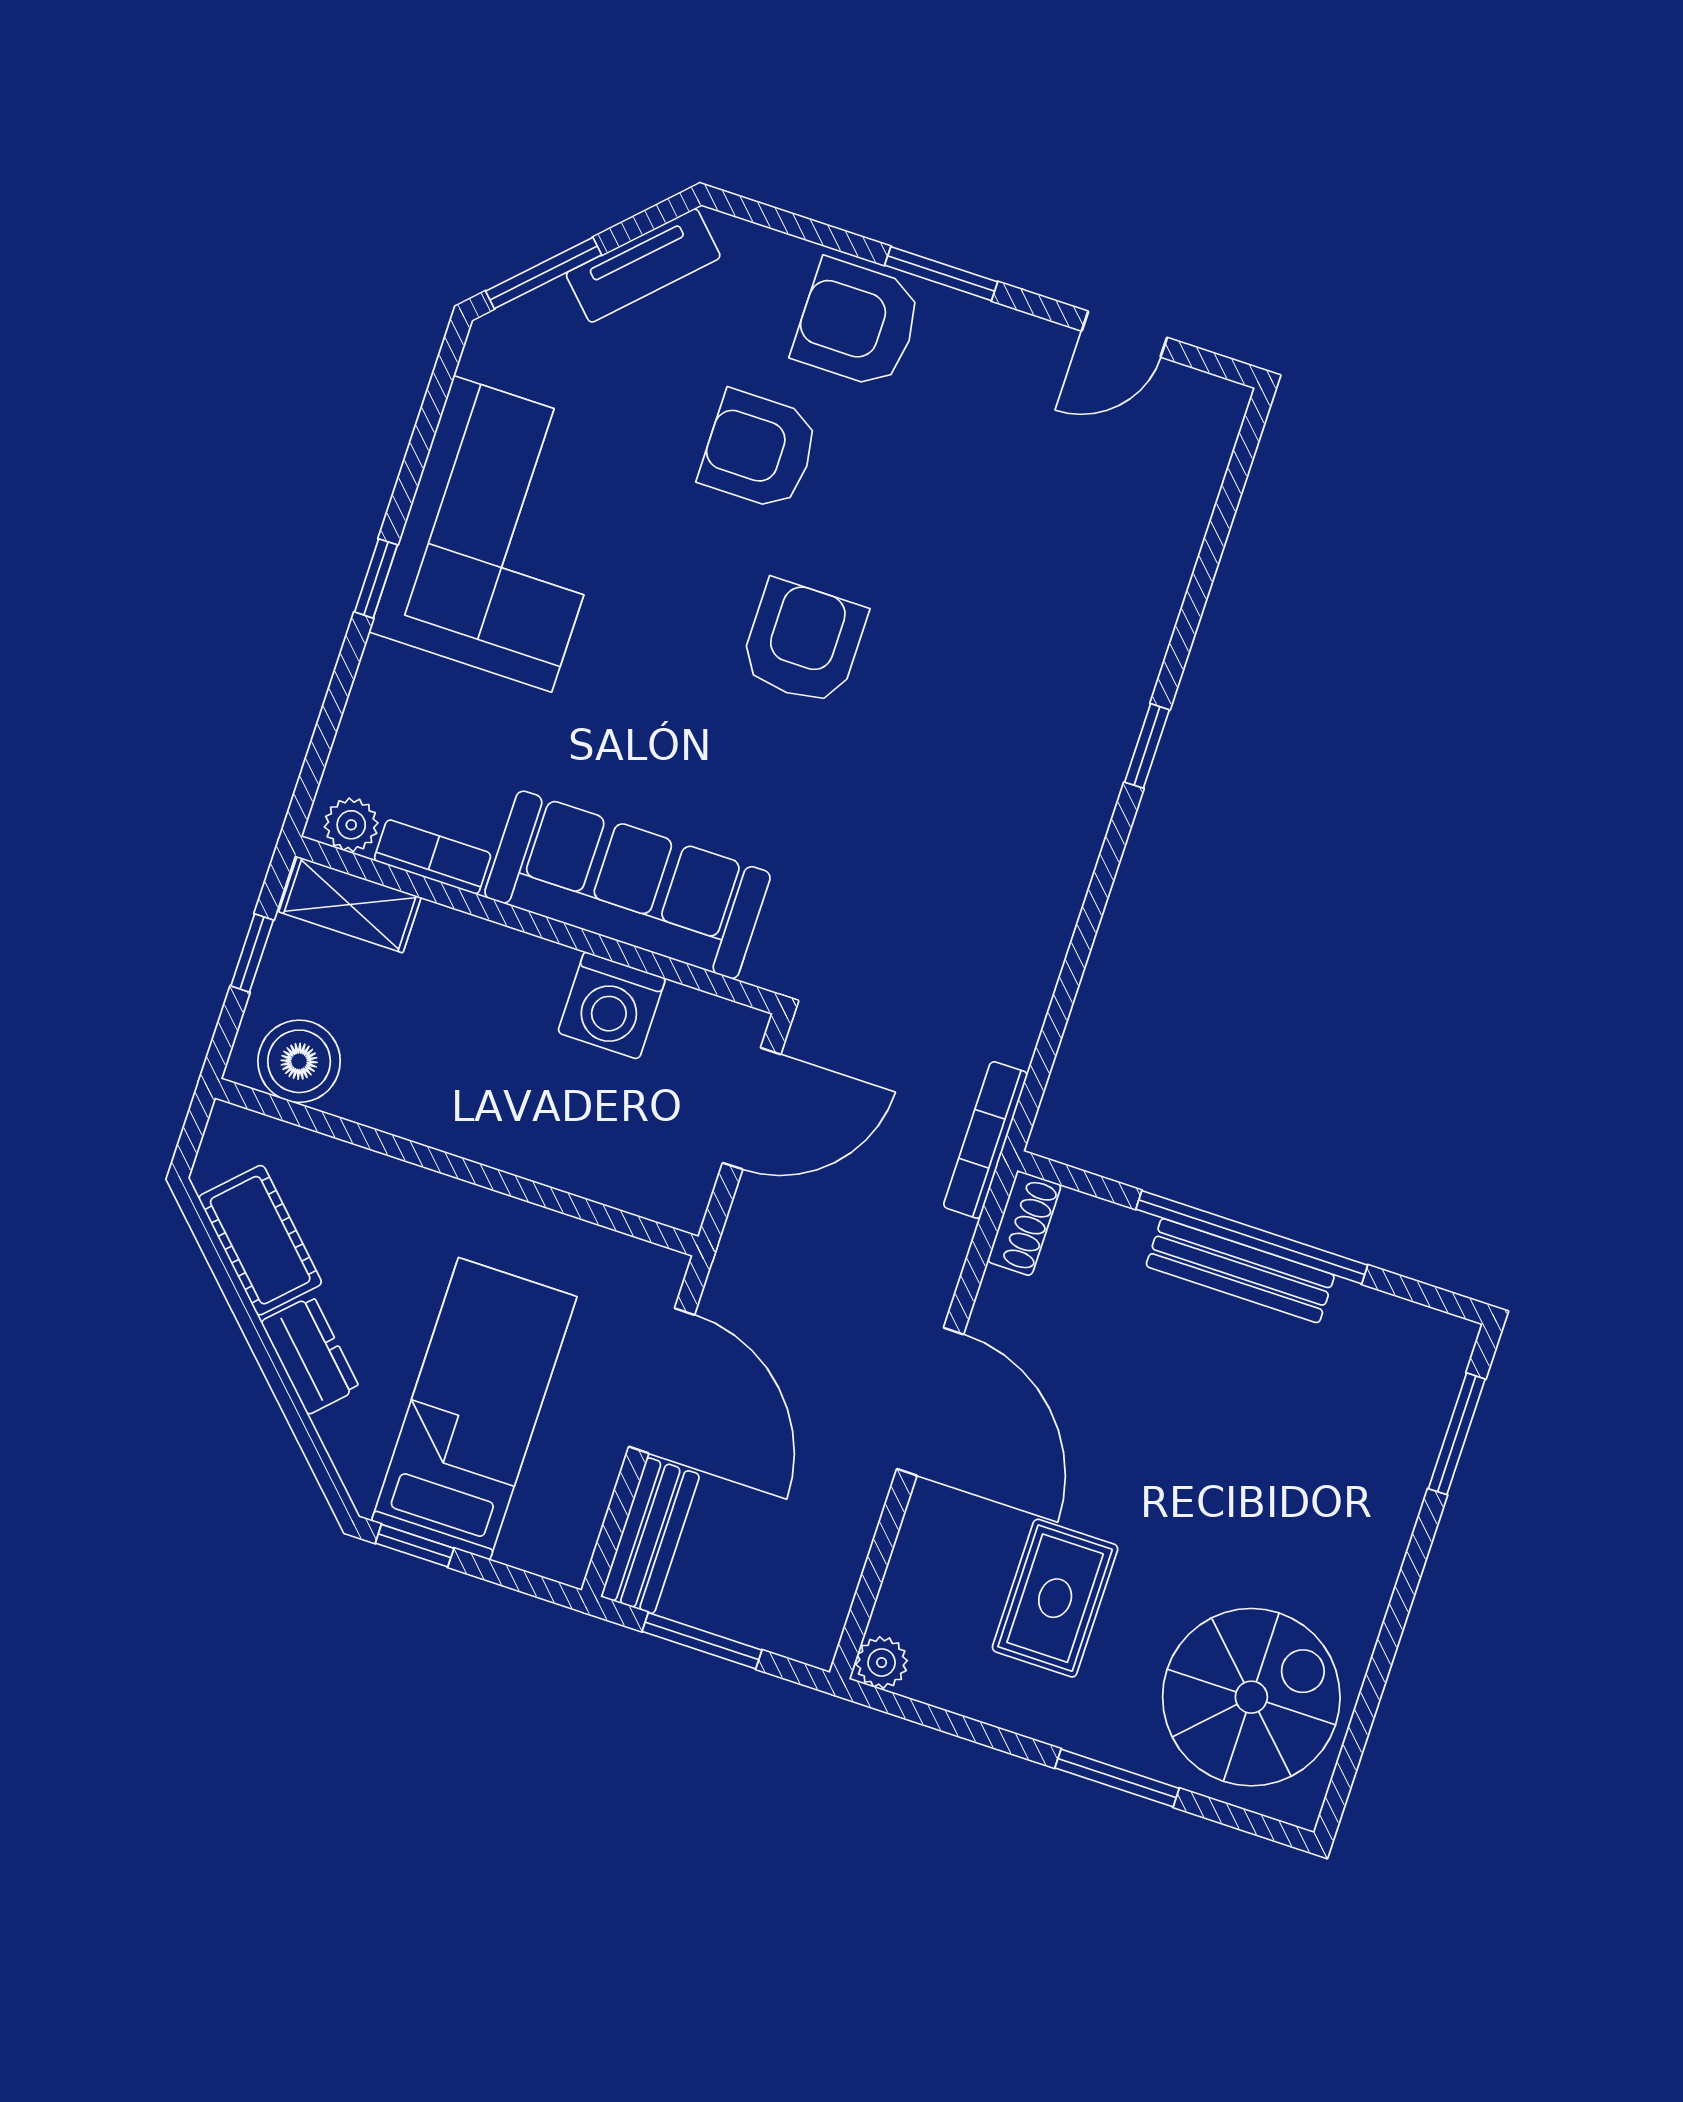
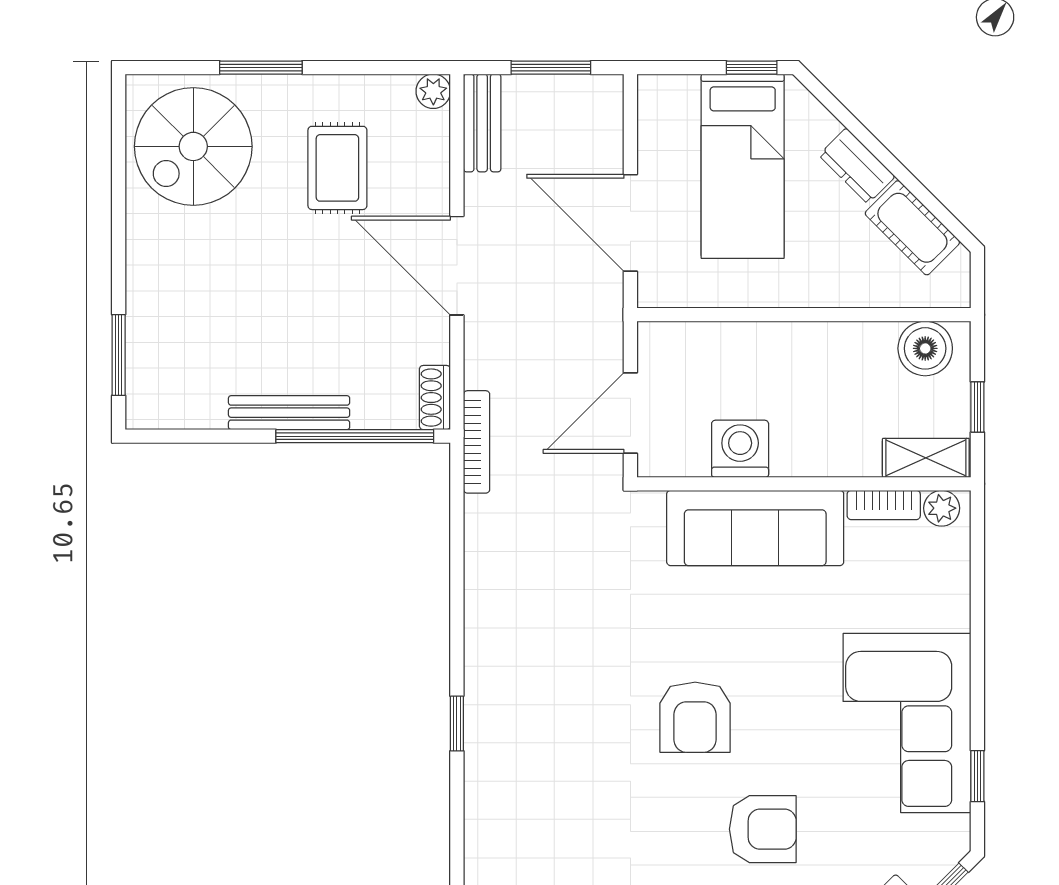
window: (376, 578) -> (977, 776), moved
window: (1252, 1237) -> (355, 436), moved
bench: (650, 1536) -> (482, 123), moved

